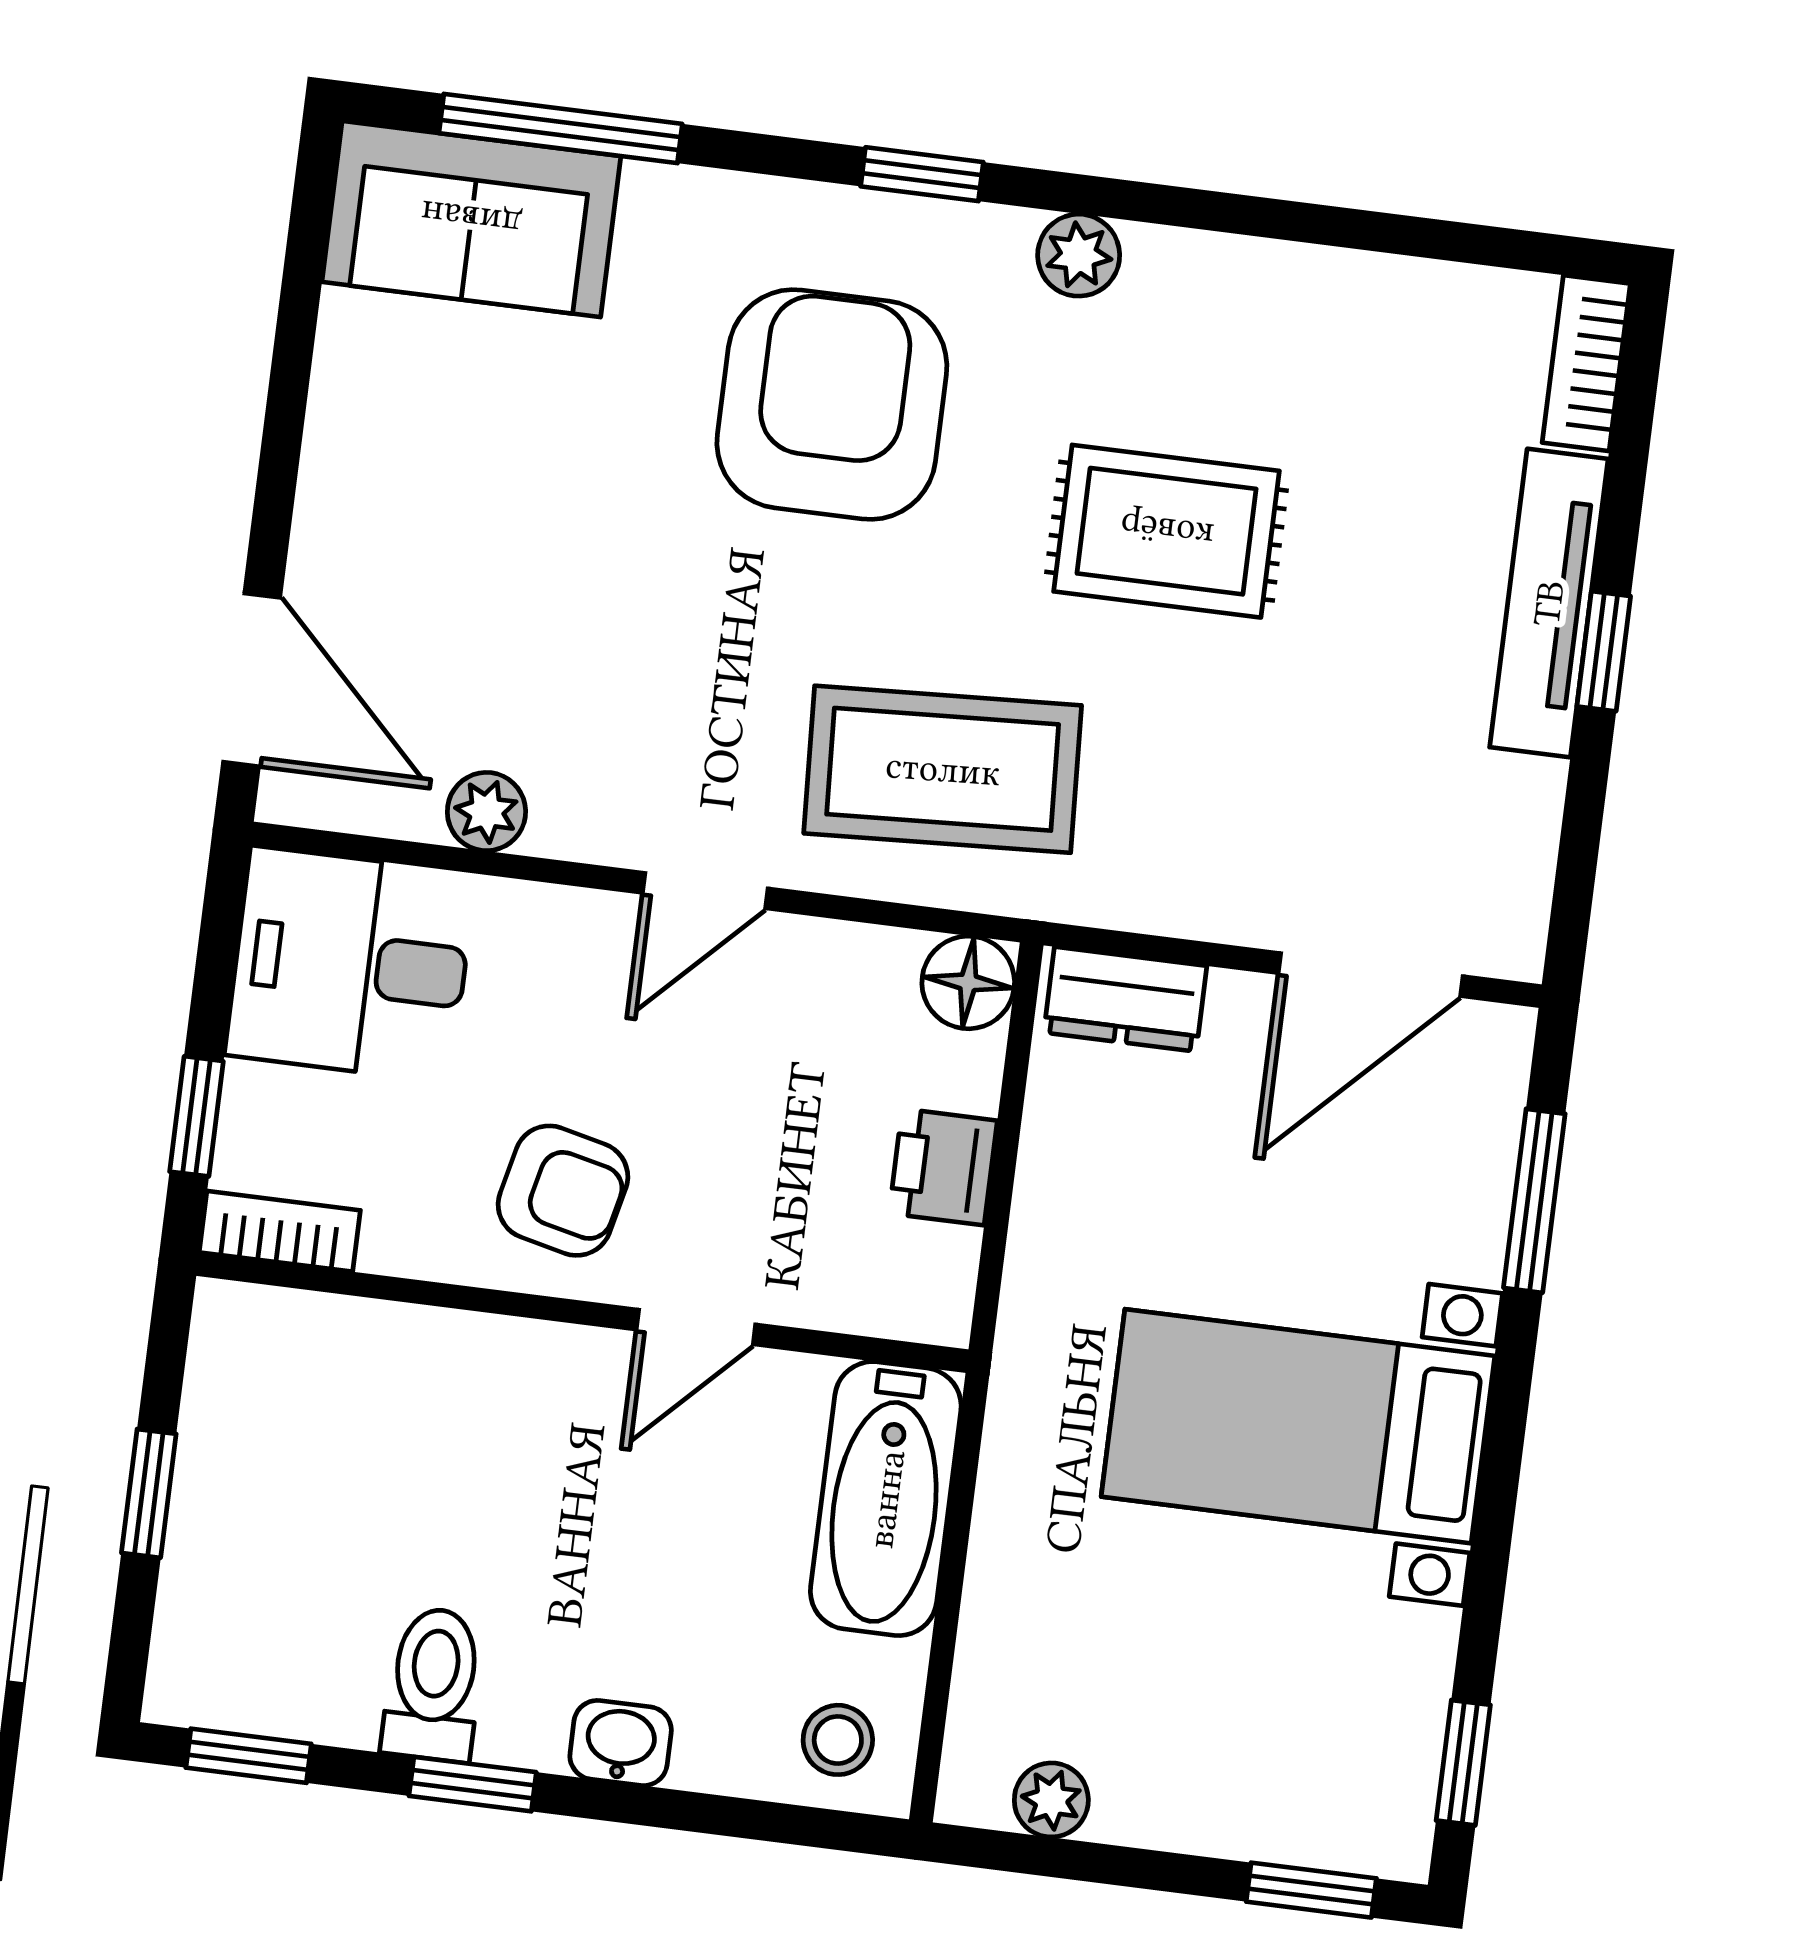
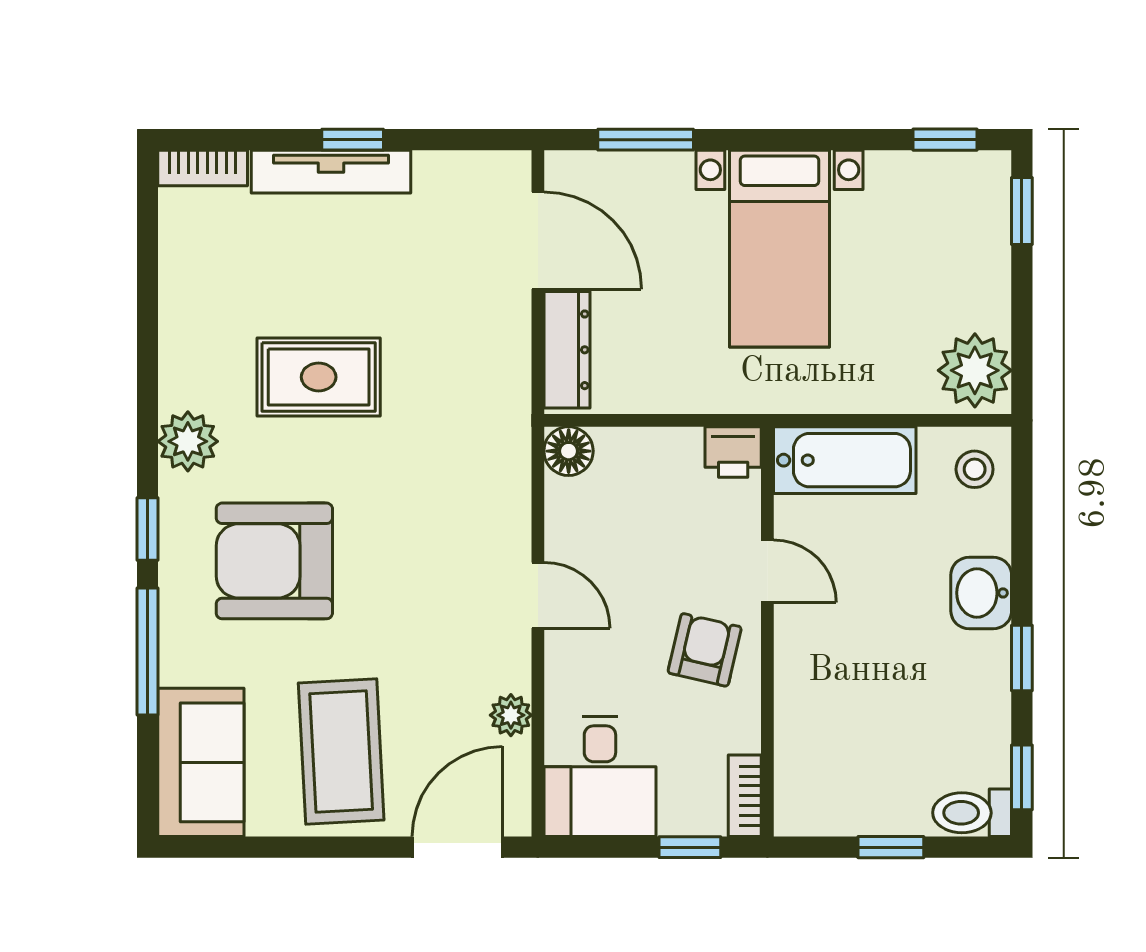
window: (561, 129) -> (148, 651), moved
plant: (1079, 255) -> (188, 441), width x1.38, depth x1.38
rug: (1167, 531) -> (319, 377), turned 90
coffee table: (943, 769) -> (341, 752), moved
dresser: (1125, 999) -> (567, 350), width x1.44
printer: (943, 1167) -> (733, 452), moved
toilet: (434, 1684) -> (972, 813), moved
washbasin: (621, 1743) -> (981, 593), width x1.38, depth x1.45
plant: (1051, 1800) -> (975, 370), width x1.88, depth x1.88

